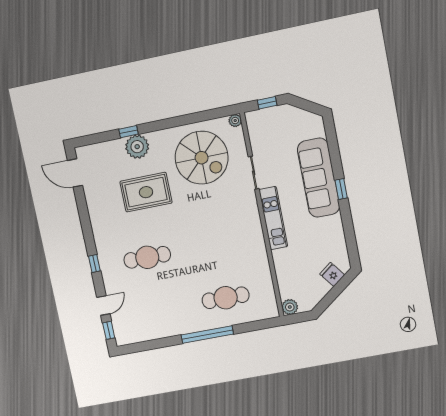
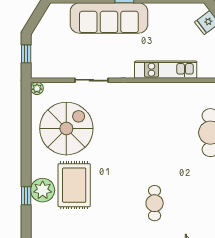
rug: (146, 192) -> (74, 185), moved
kitchen unit: (273, 218) -> (166, 70), moved
cafe table: (147, 257) -> (155, 203), width x0.73, depth x0.74

